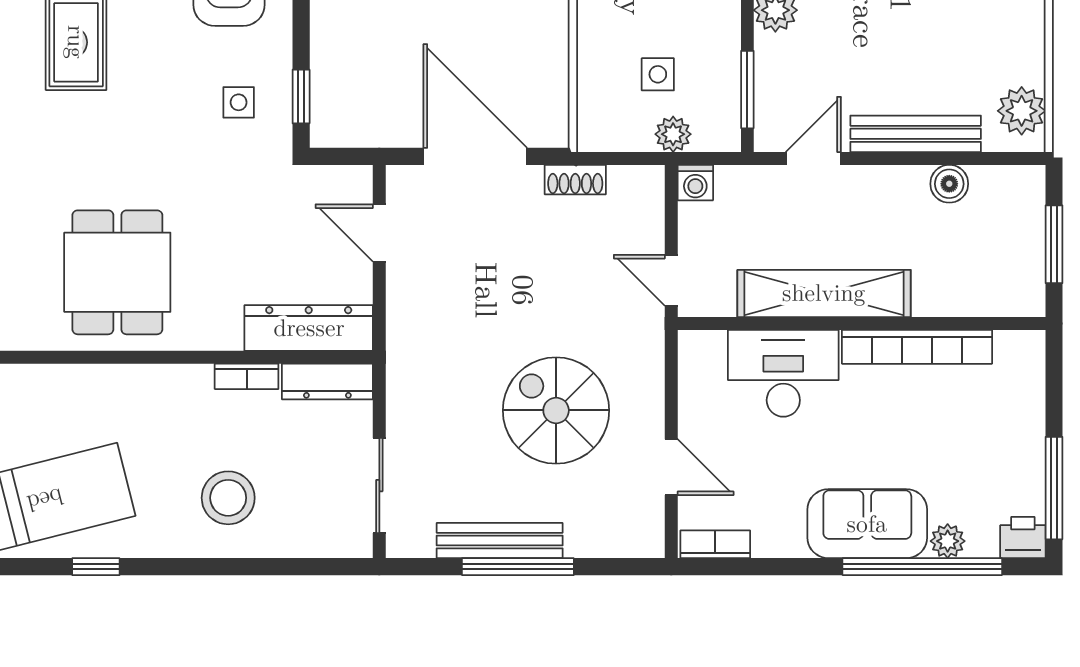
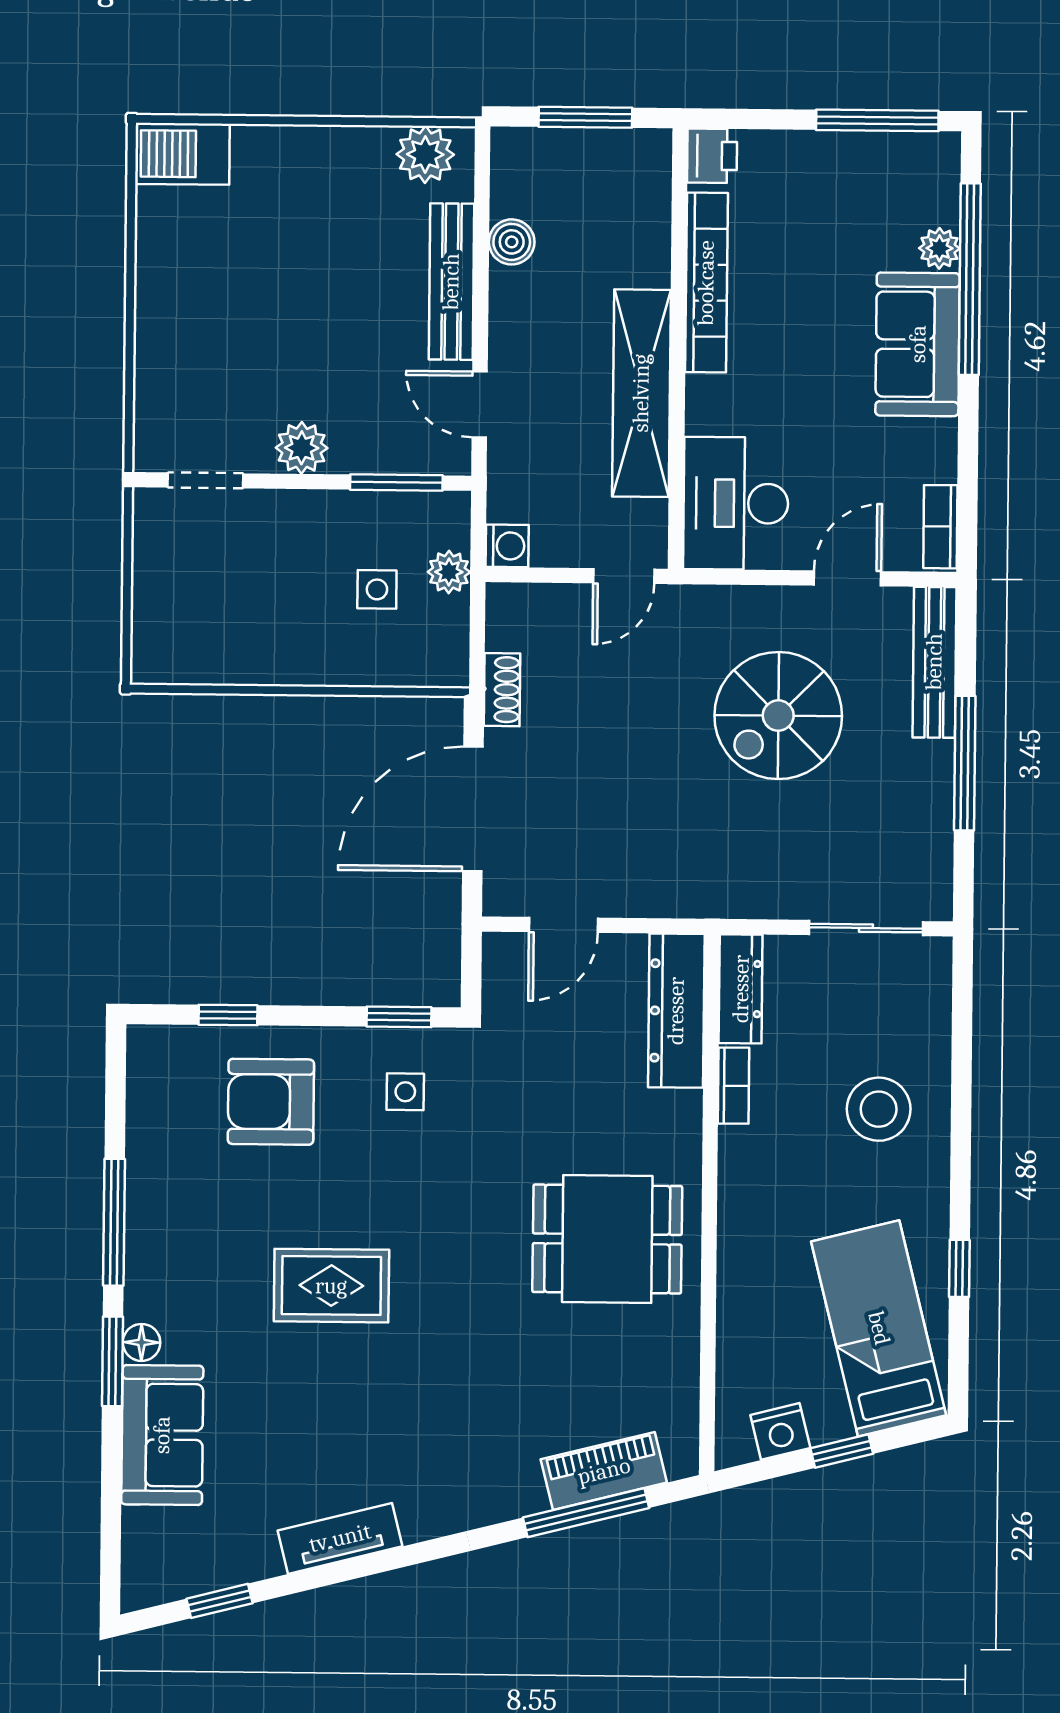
desk: (783, 373) -> (736, 503), moved
printer: (1023, 538) -> (712, 156), moved, turned 180
bench: (500, 541) -> (934, 662), moved

